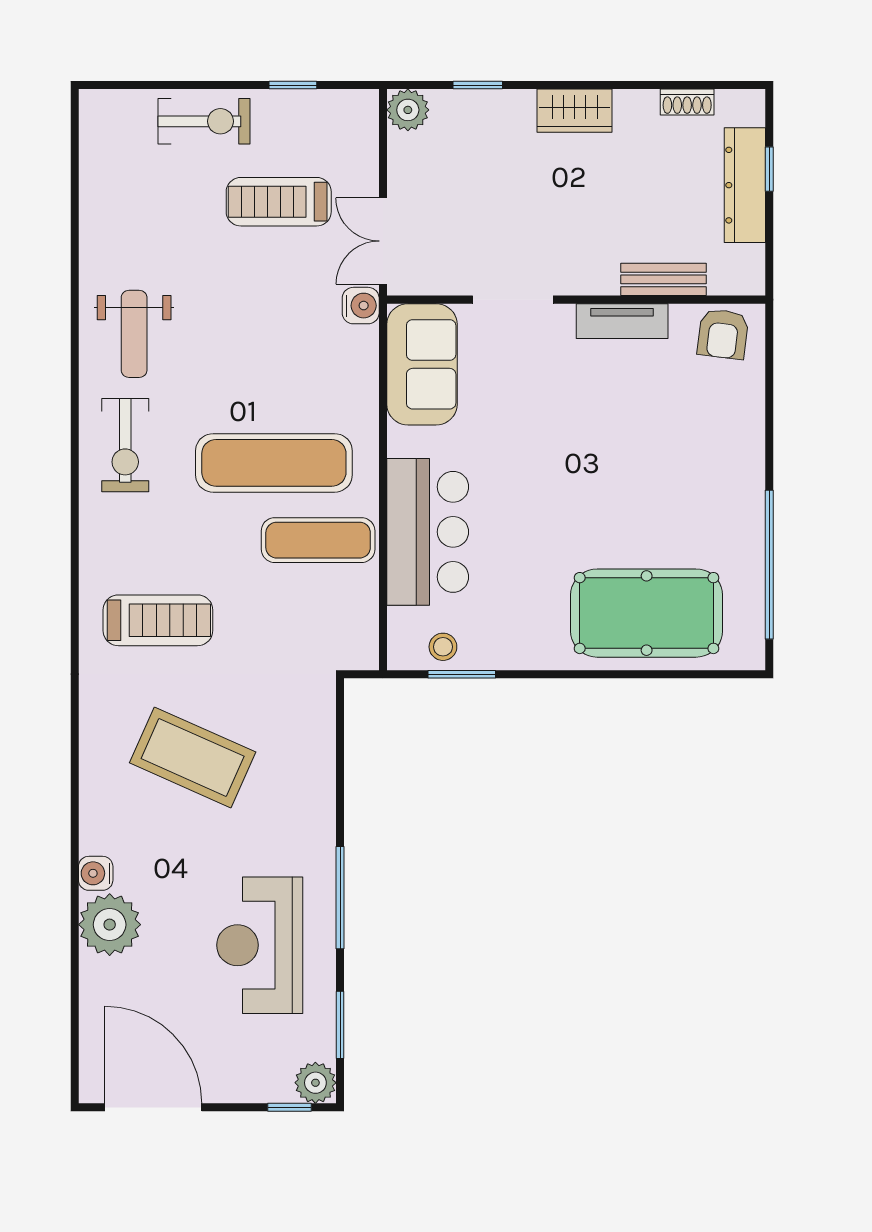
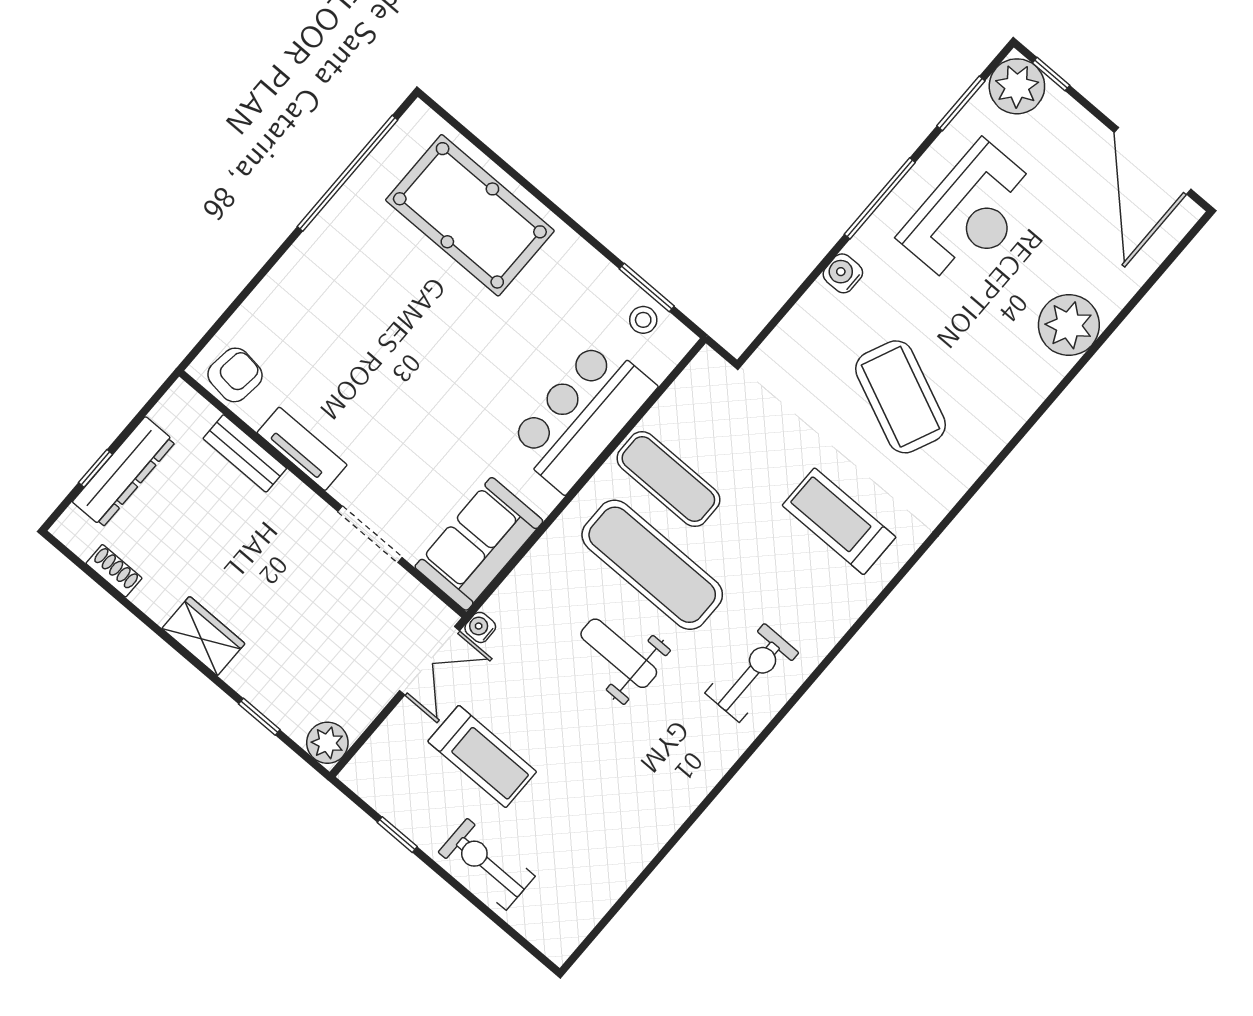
water cooler: (361, 306) -> (480, 627), width x0.72, depth x0.72
weight bench: (134, 334) -> (619, 653), moved, turned -90
water cooler: (96, 873) -> (843, 273), moved, turned 180
plant: (315, 1083) -> (1017, 86), width x1.36, depth x1.36

